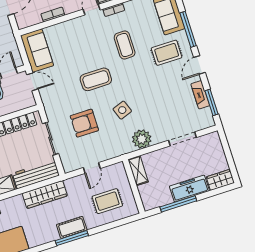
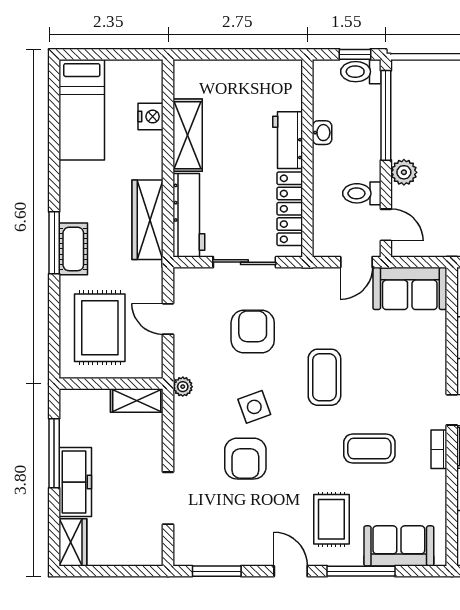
fireplace: (200, 95) -> (237, 555), removed
armchair: (150, 106) -> (245, 459), added
plant: (142, 139) -> (183, 387), moved, width x0.53, depth x0.53
rug: (107, 201) -> (100, 328), width x1.36, depth x1.43

